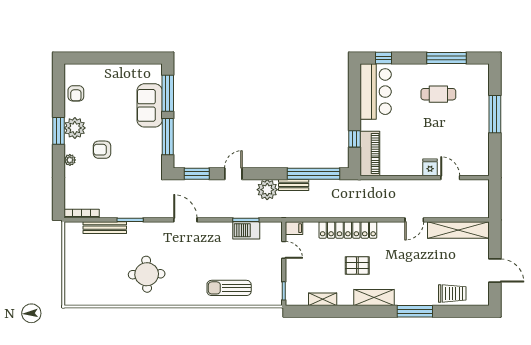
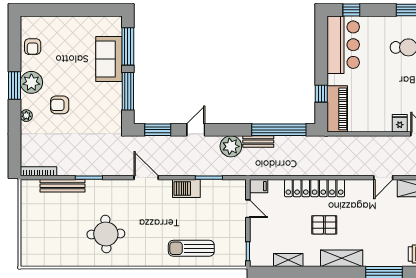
barbecue: (246, 230) -> (186, 189), moved

